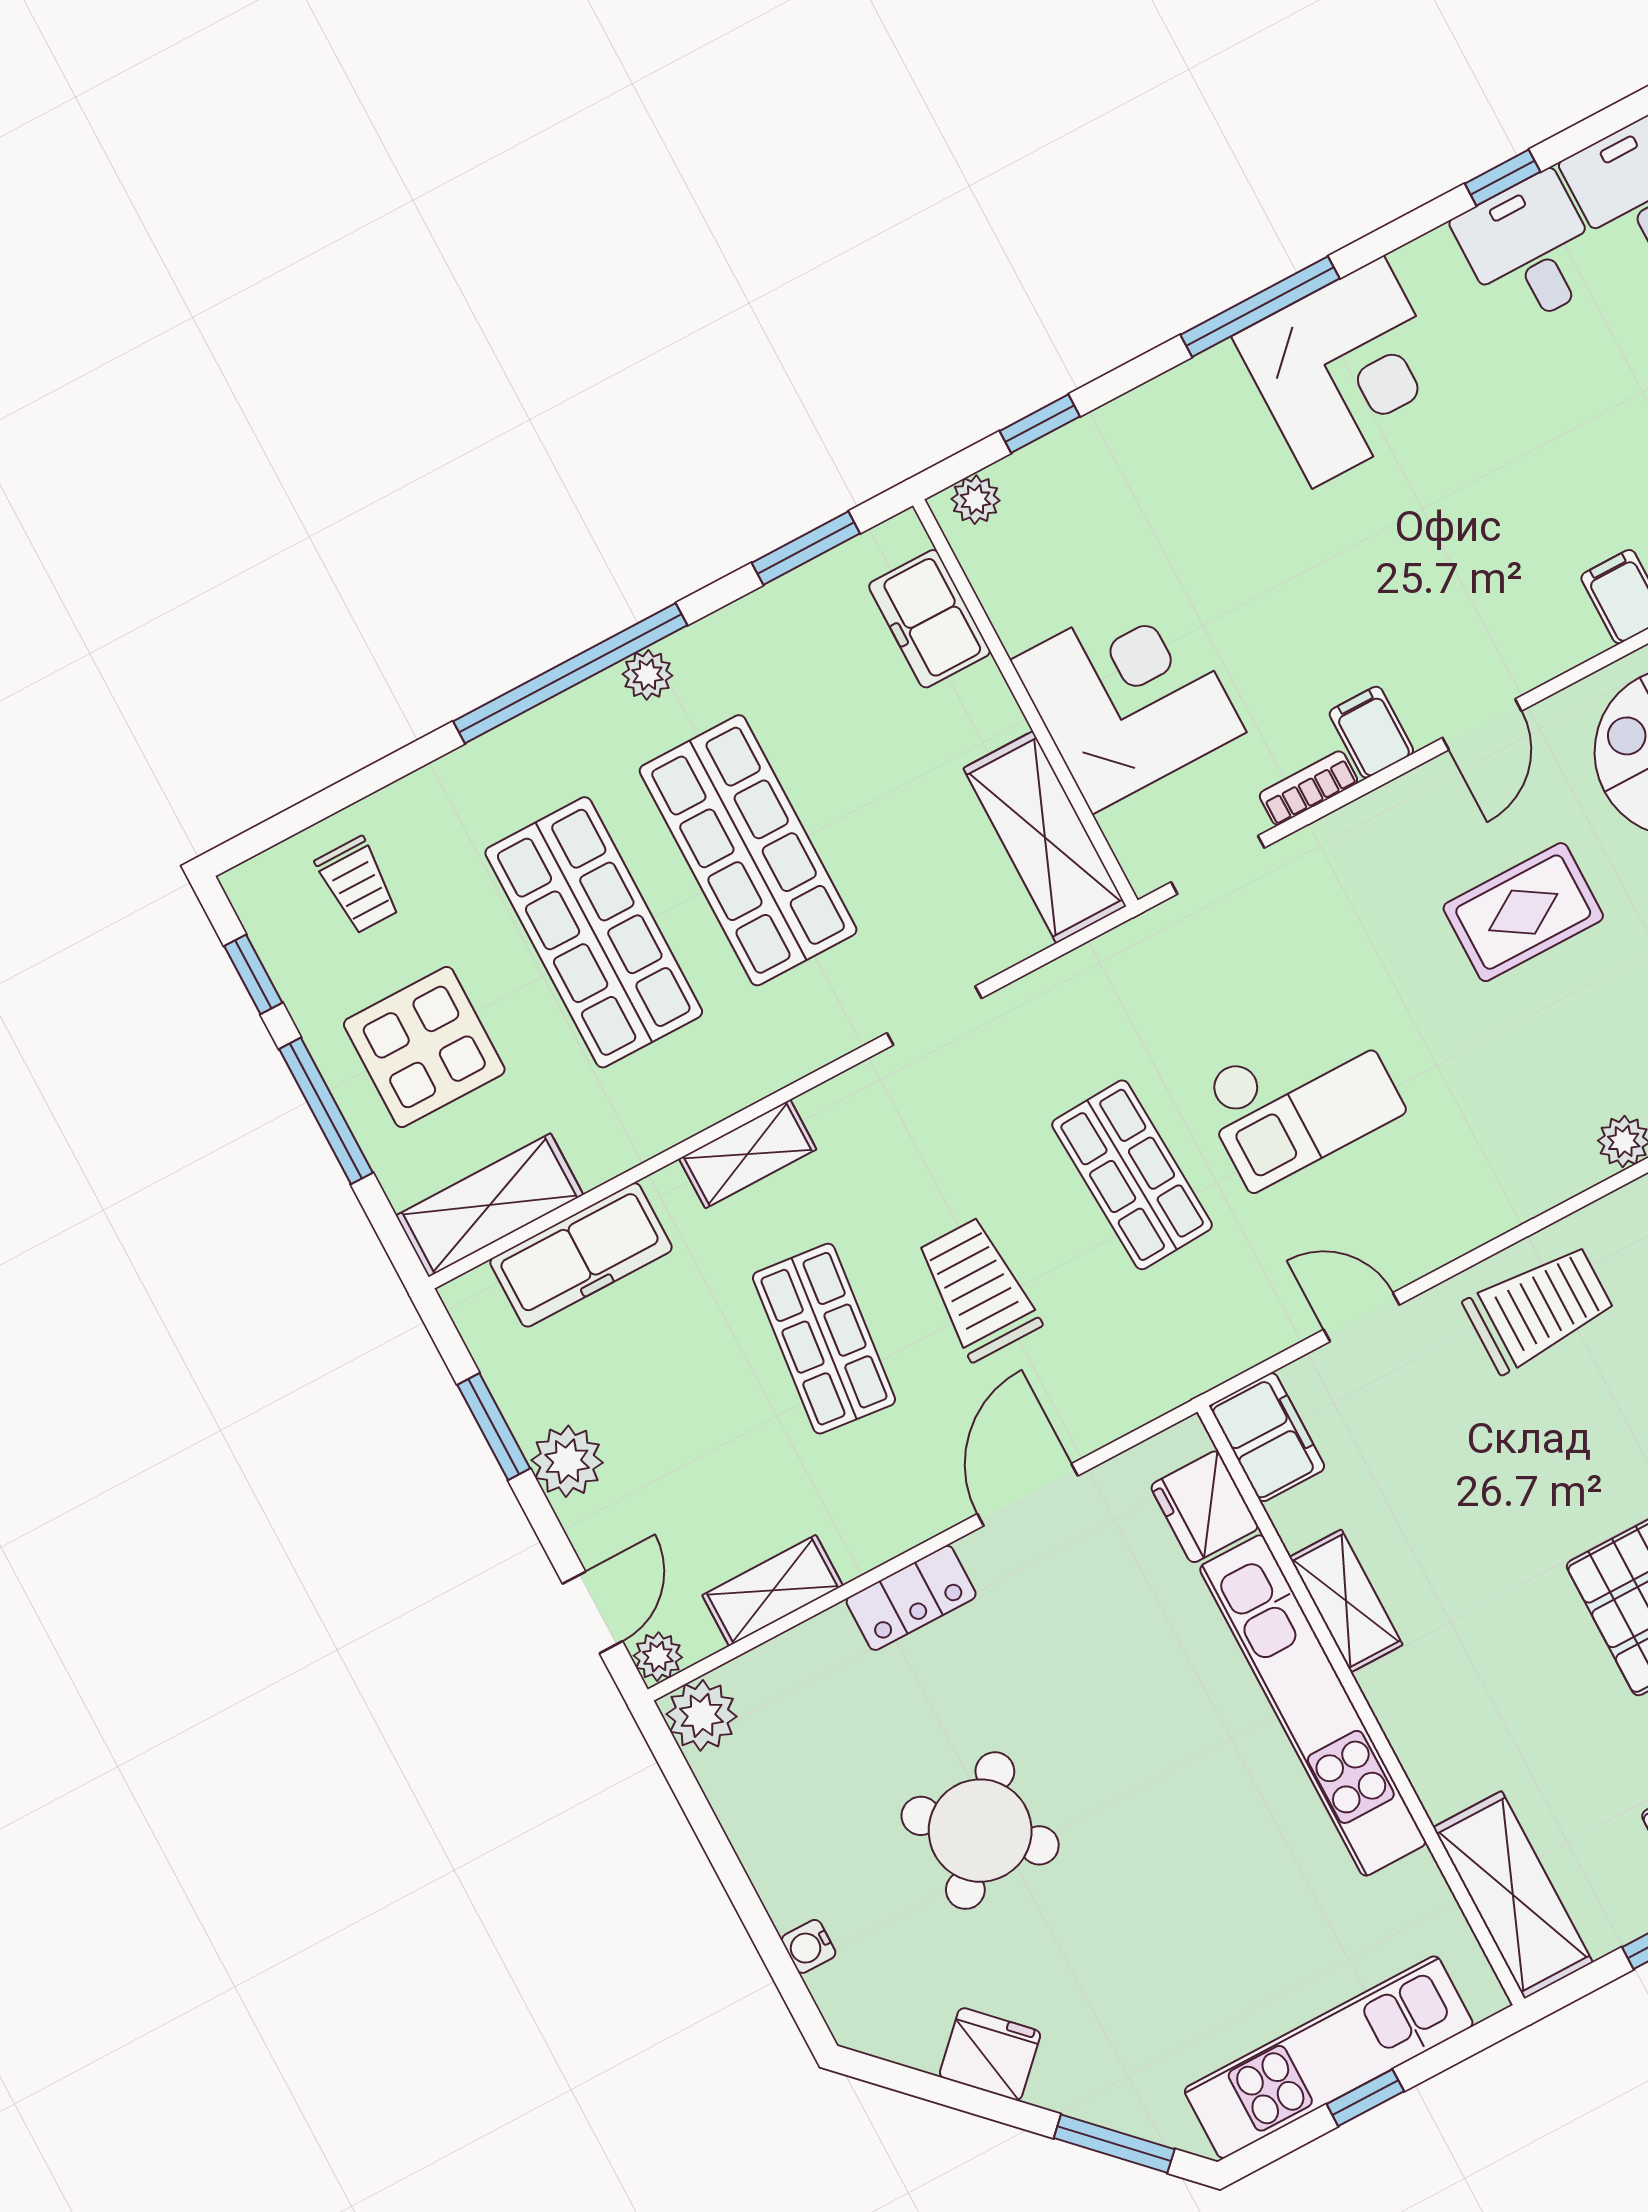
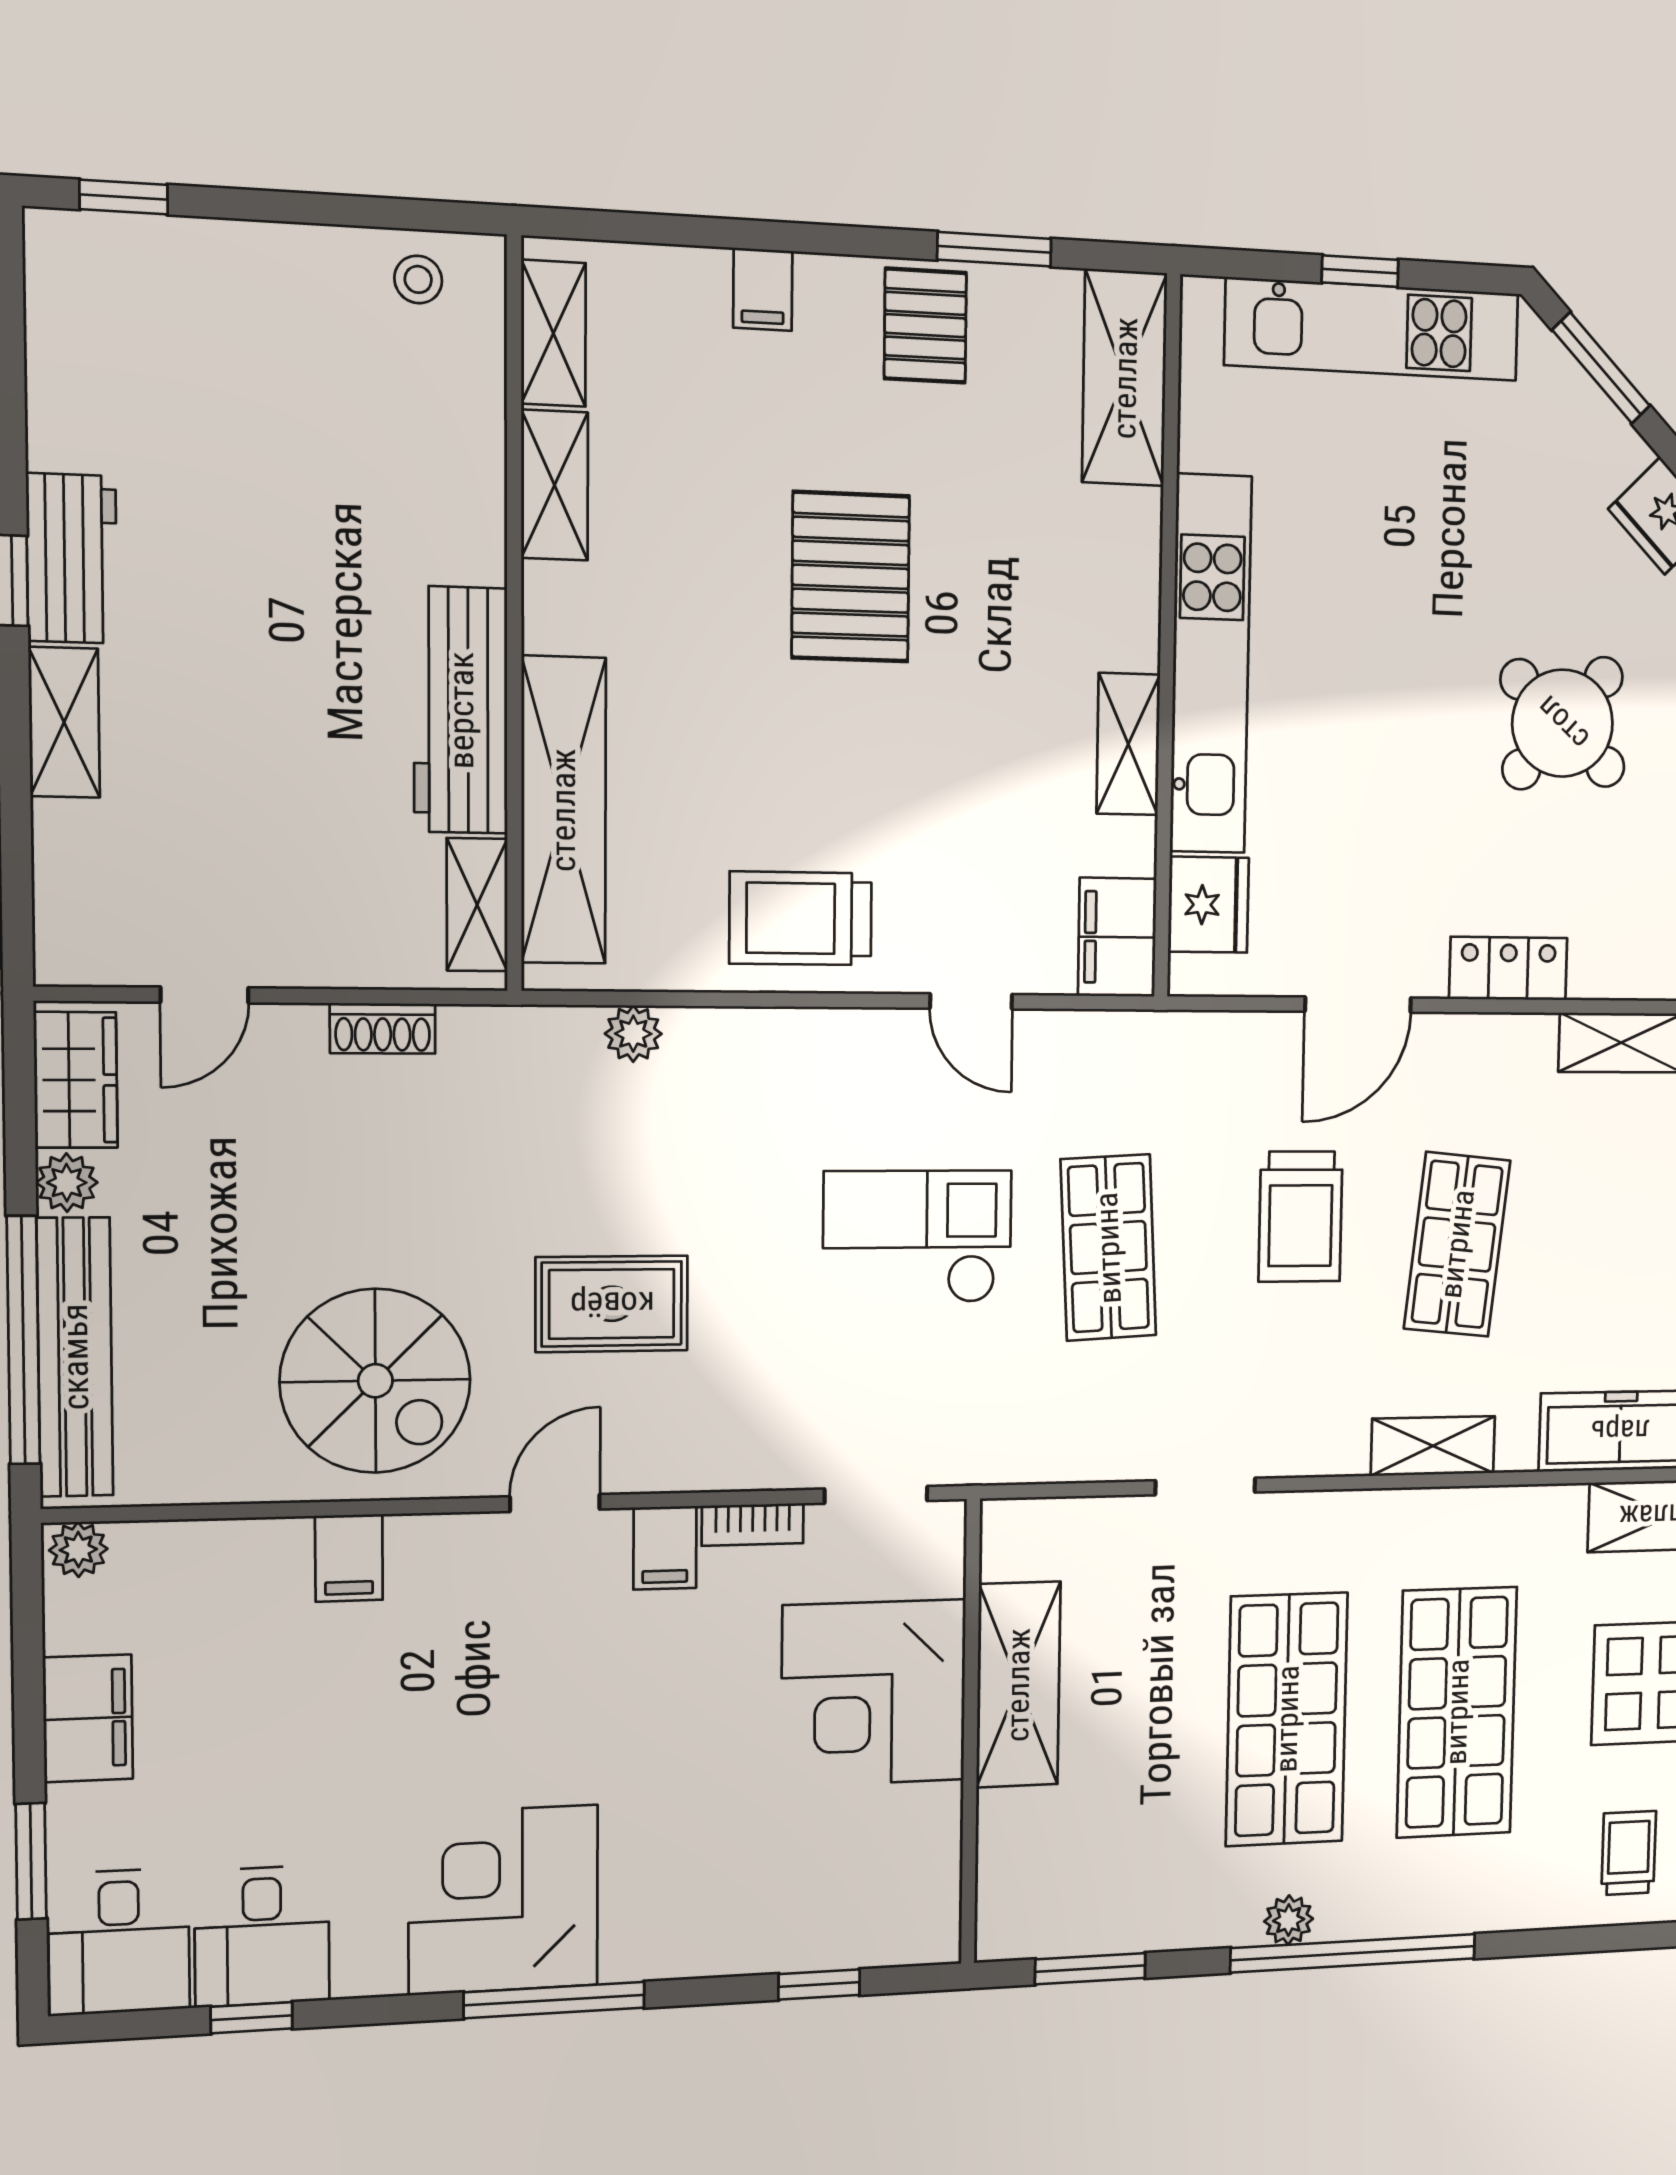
plant: (976, 500) -> (915, 1942), removed
freezer: (930, 619) -> (1015, 1852), removed
shelving: (1045, 837) -> (1018, 1685), moved

